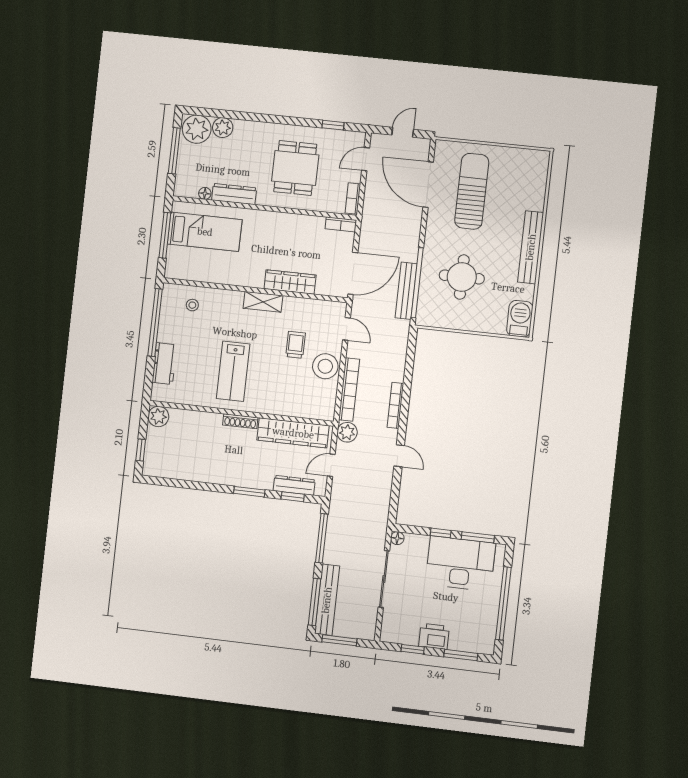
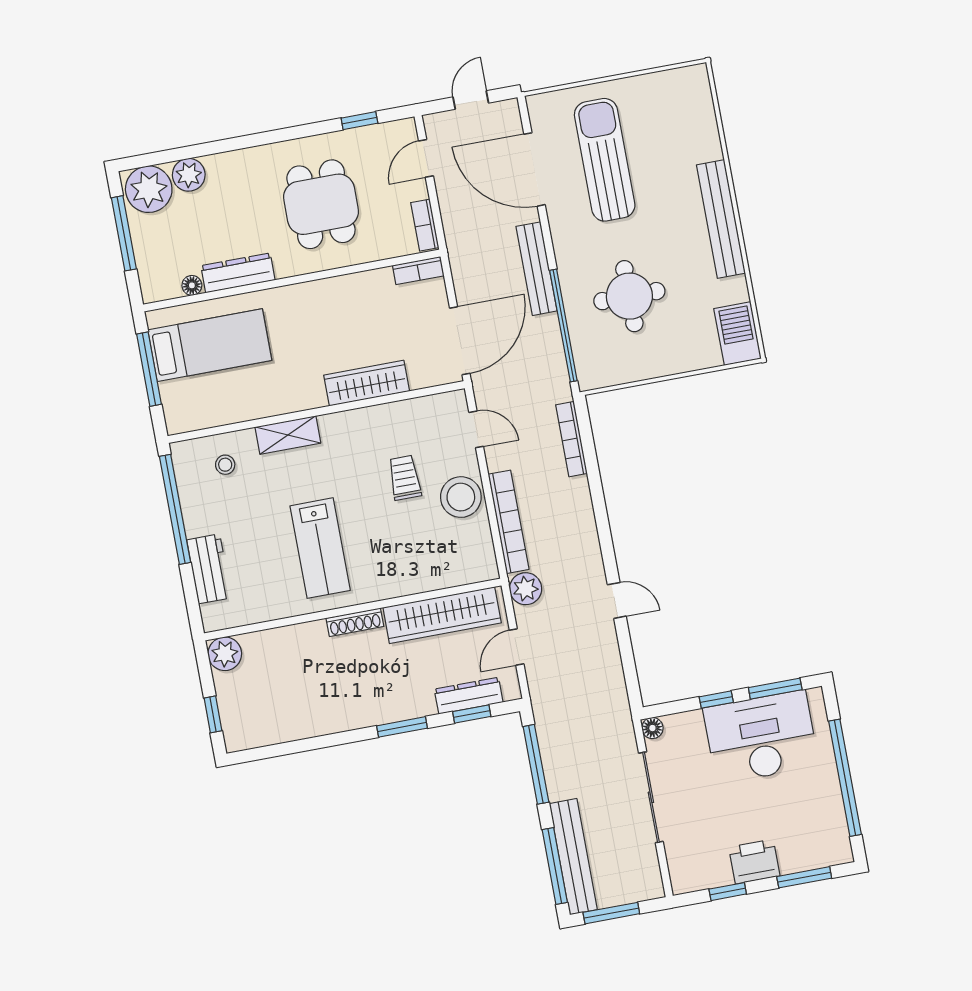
bench: (406, 291) -> (536, 269), moved
shelving: (263, 302) -> (288, 435), moved
bookcase: (395, 405) -> (571, 439), moved

